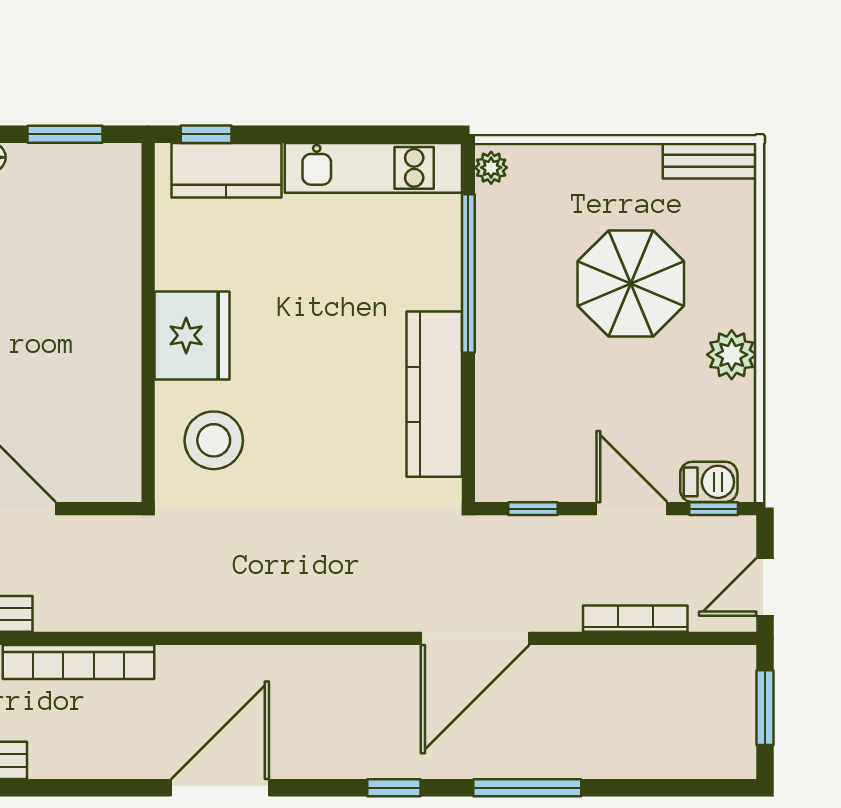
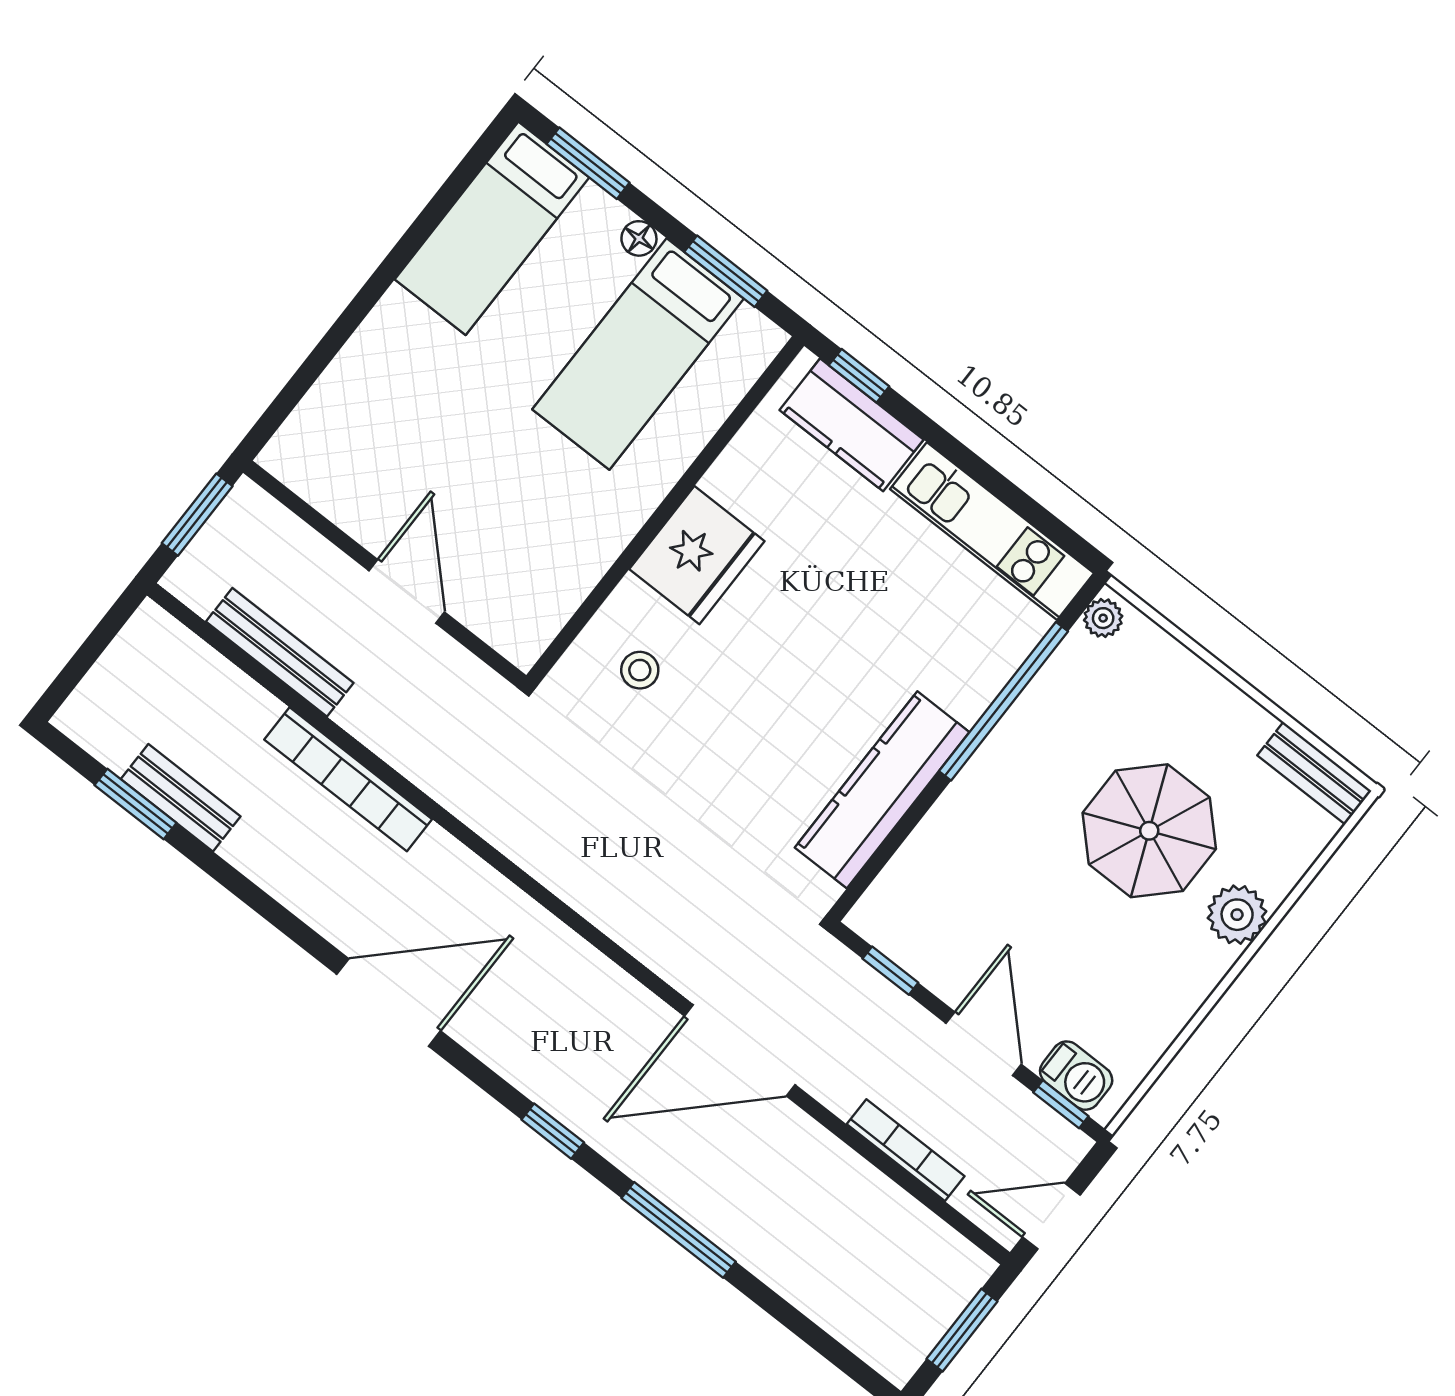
bed: (50, 234) -> (638, 354), added
plant: (732, 355) -> (1237, 915), moved
stool: (214, 440) -> (640, 670), width x0.53, depth x0.53

